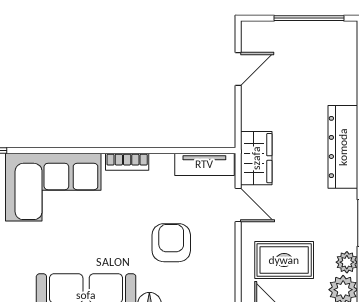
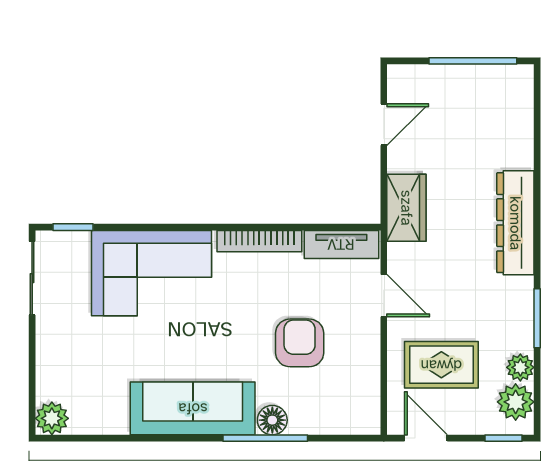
wardrobe: (256, 158) -> (406, 208), moved
bookcase: (127, 162) -> (259, 241), width x1.56

